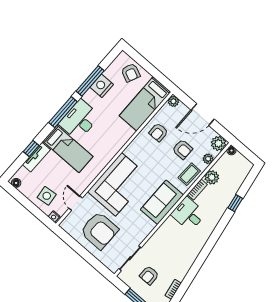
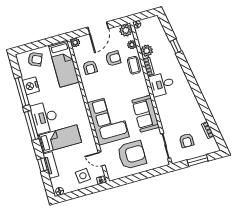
sofa: (162, 202) -> (146, 114), moved

